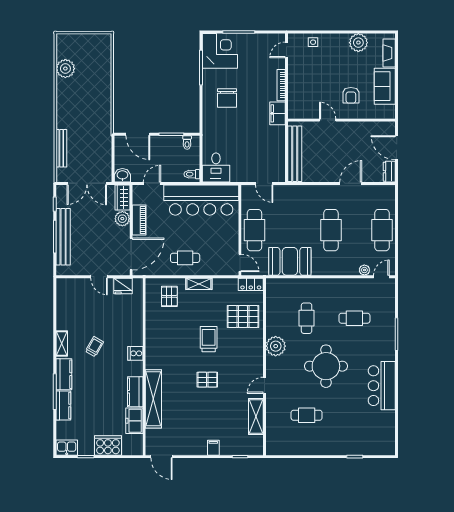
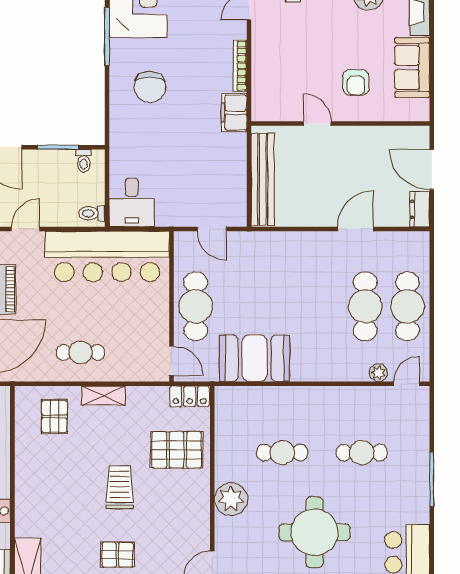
cafe table: (331, 230) -> (365, 306), moved
cafe table: (307, 318) -> (282, 453), turned 90

